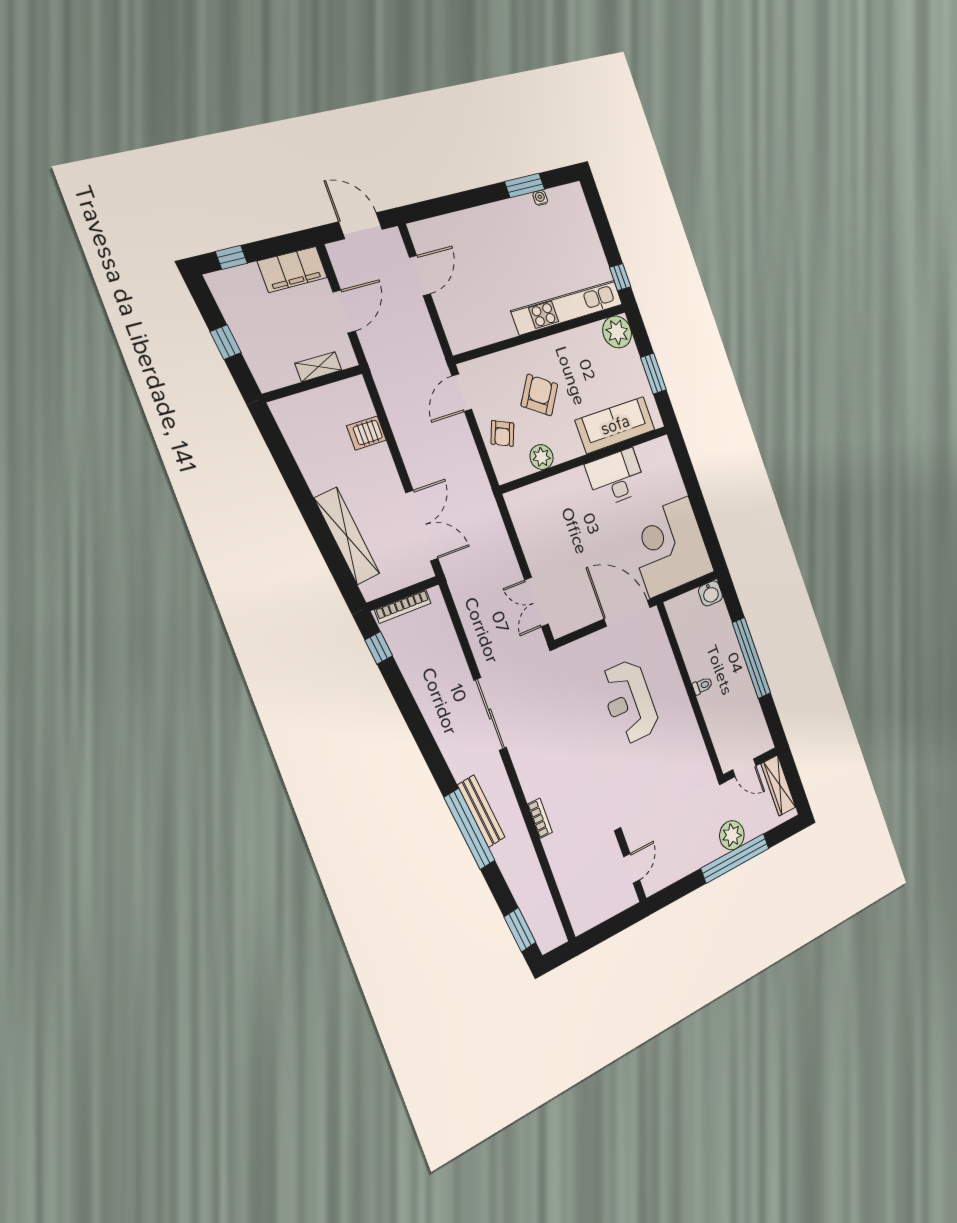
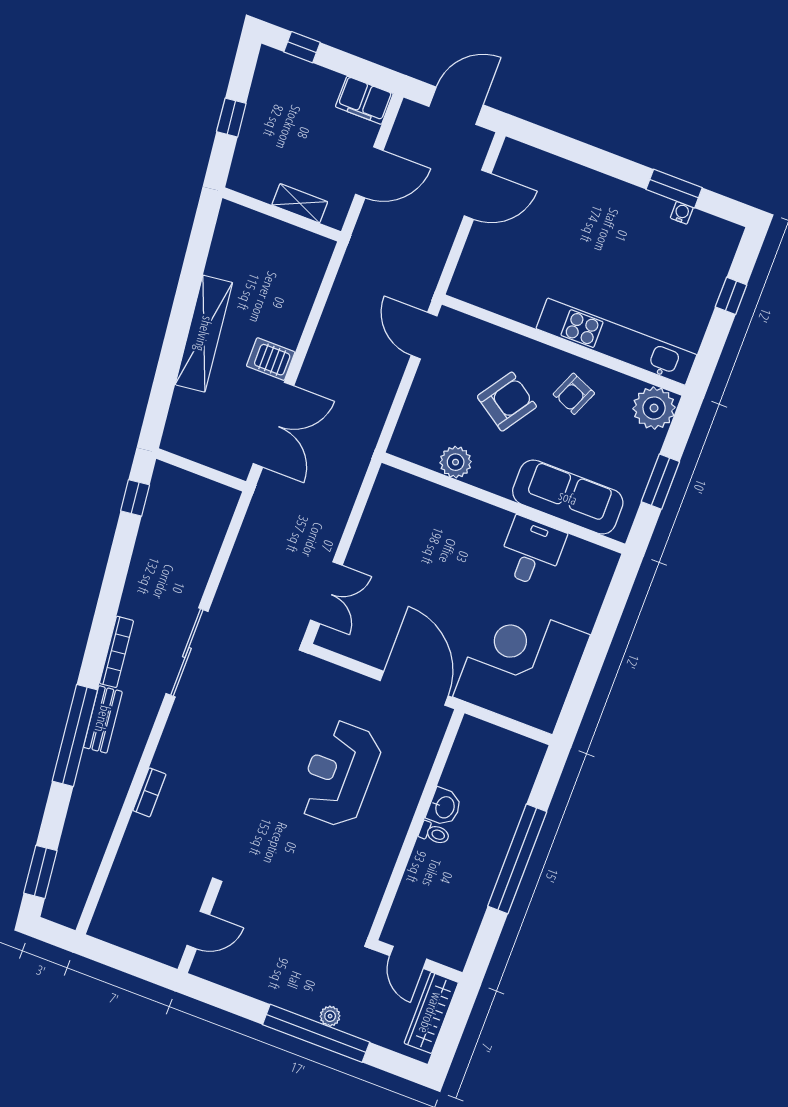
door: (361, 226) -> (456, 106), hinge flipped
filing cabinet: (292, 269) -> (364, 100), width x0.67, depth x0.86
window: (620, 277) -> (731, 296), moved
door: (462, 393) -> (424, 336), hinge flipped
server rack: (366, 433) -> (271, 359), moved
armchair: (502, 433) -> (574, 394), moved
desk: (616, 477) -> (531, 552), width x0.73
shelving: (347, 536) -> (204, 334), moved
washbasin: (710, 593) -> (444, 807), moved, turned -90
double door: (536, 602) -> (326, 593), swing flipped
bookcase: (403, 606) -> (116, 652), moved, turned -97
bench: (481, 811) -> (103, 719), width x0.73
plant: (732, 835) -> (330, 1016), width x0.53, depth x0.53

